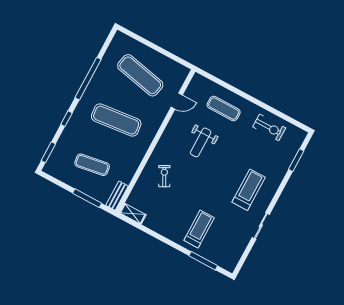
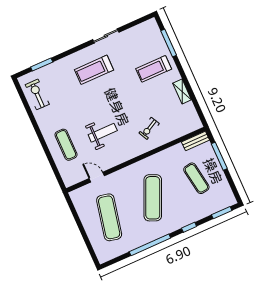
exercise mat: (116, 120) -> (153, 198), turned 30
exercise bike: (269, 127) -> (37, 94), moved
shelving: (133, 214) -> (182, 91), moved

